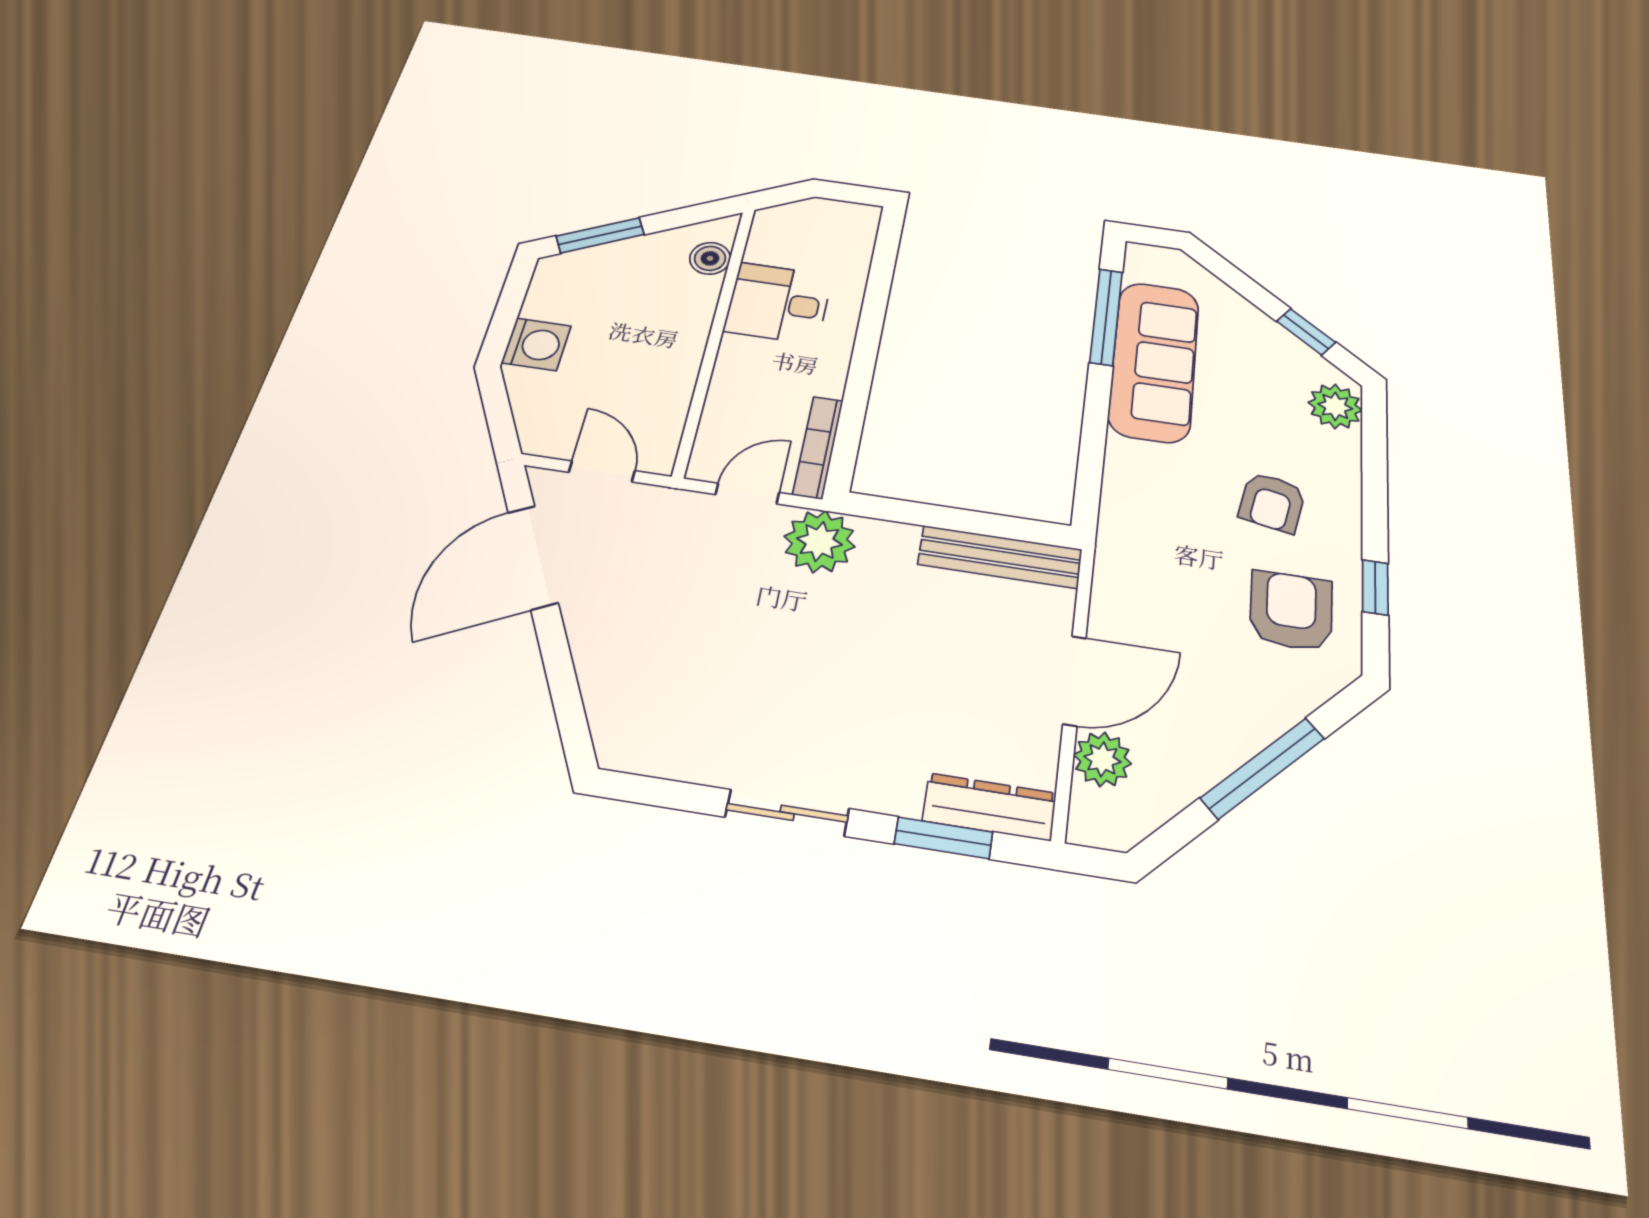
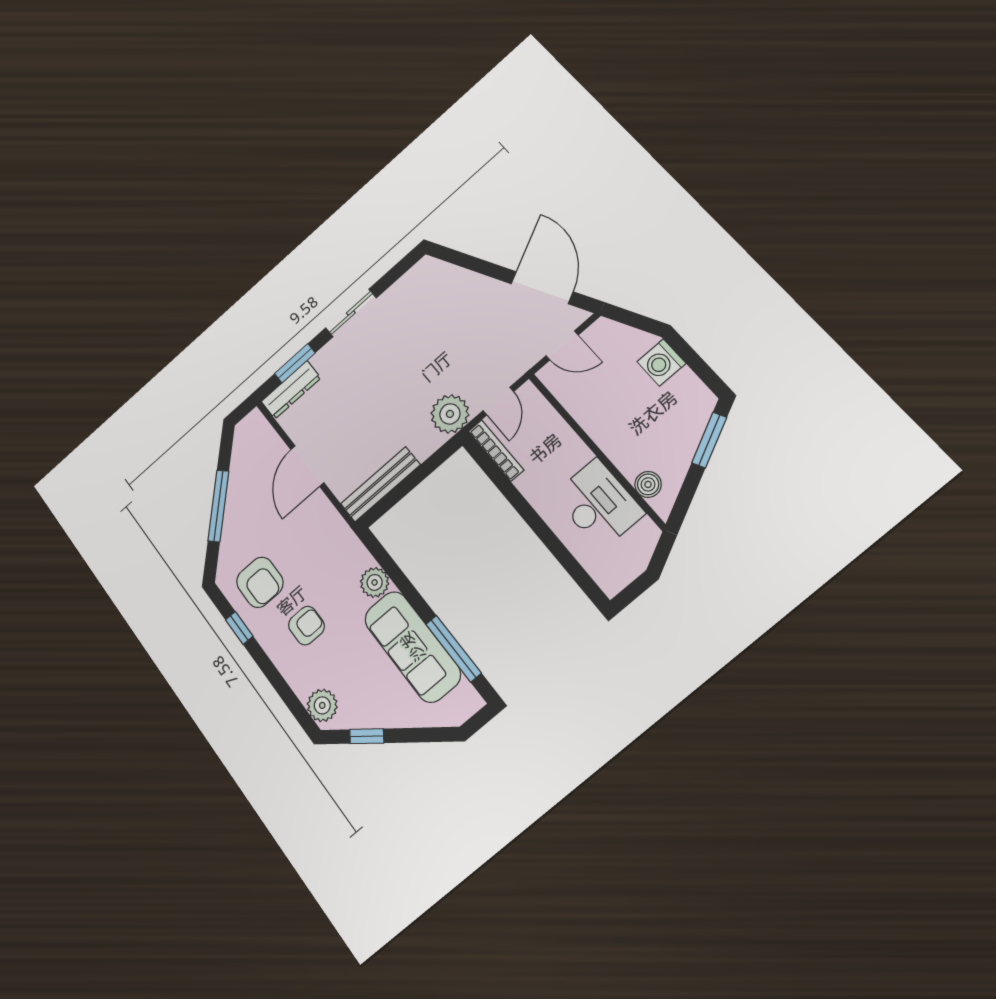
desk: (778, 303) -> (598, 504), width x1.37
armchair: (1272, 502) -> (306, 626), turned 79
plant: (1102, 759) -> (375, 582), moved

